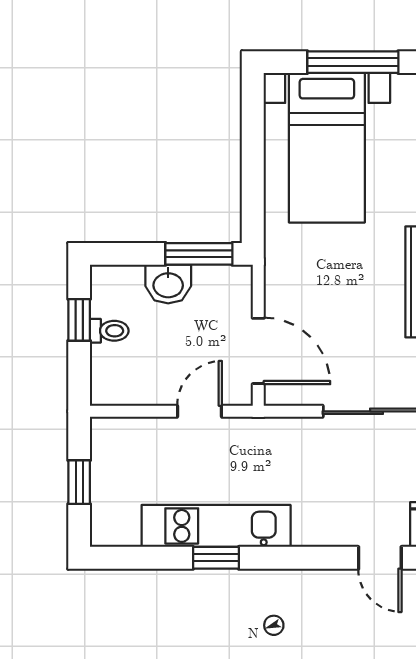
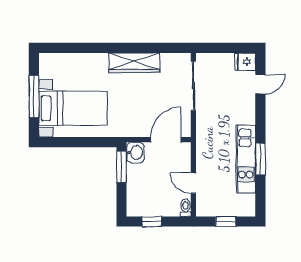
washbasin: (168, 284) -> (135, 153), moved
toilet: (109, 331) -> (186, 208), moved
door: (200, 411) -> (193, 183), moved
window: (216, 558) -> (260, 159), width x1.50

